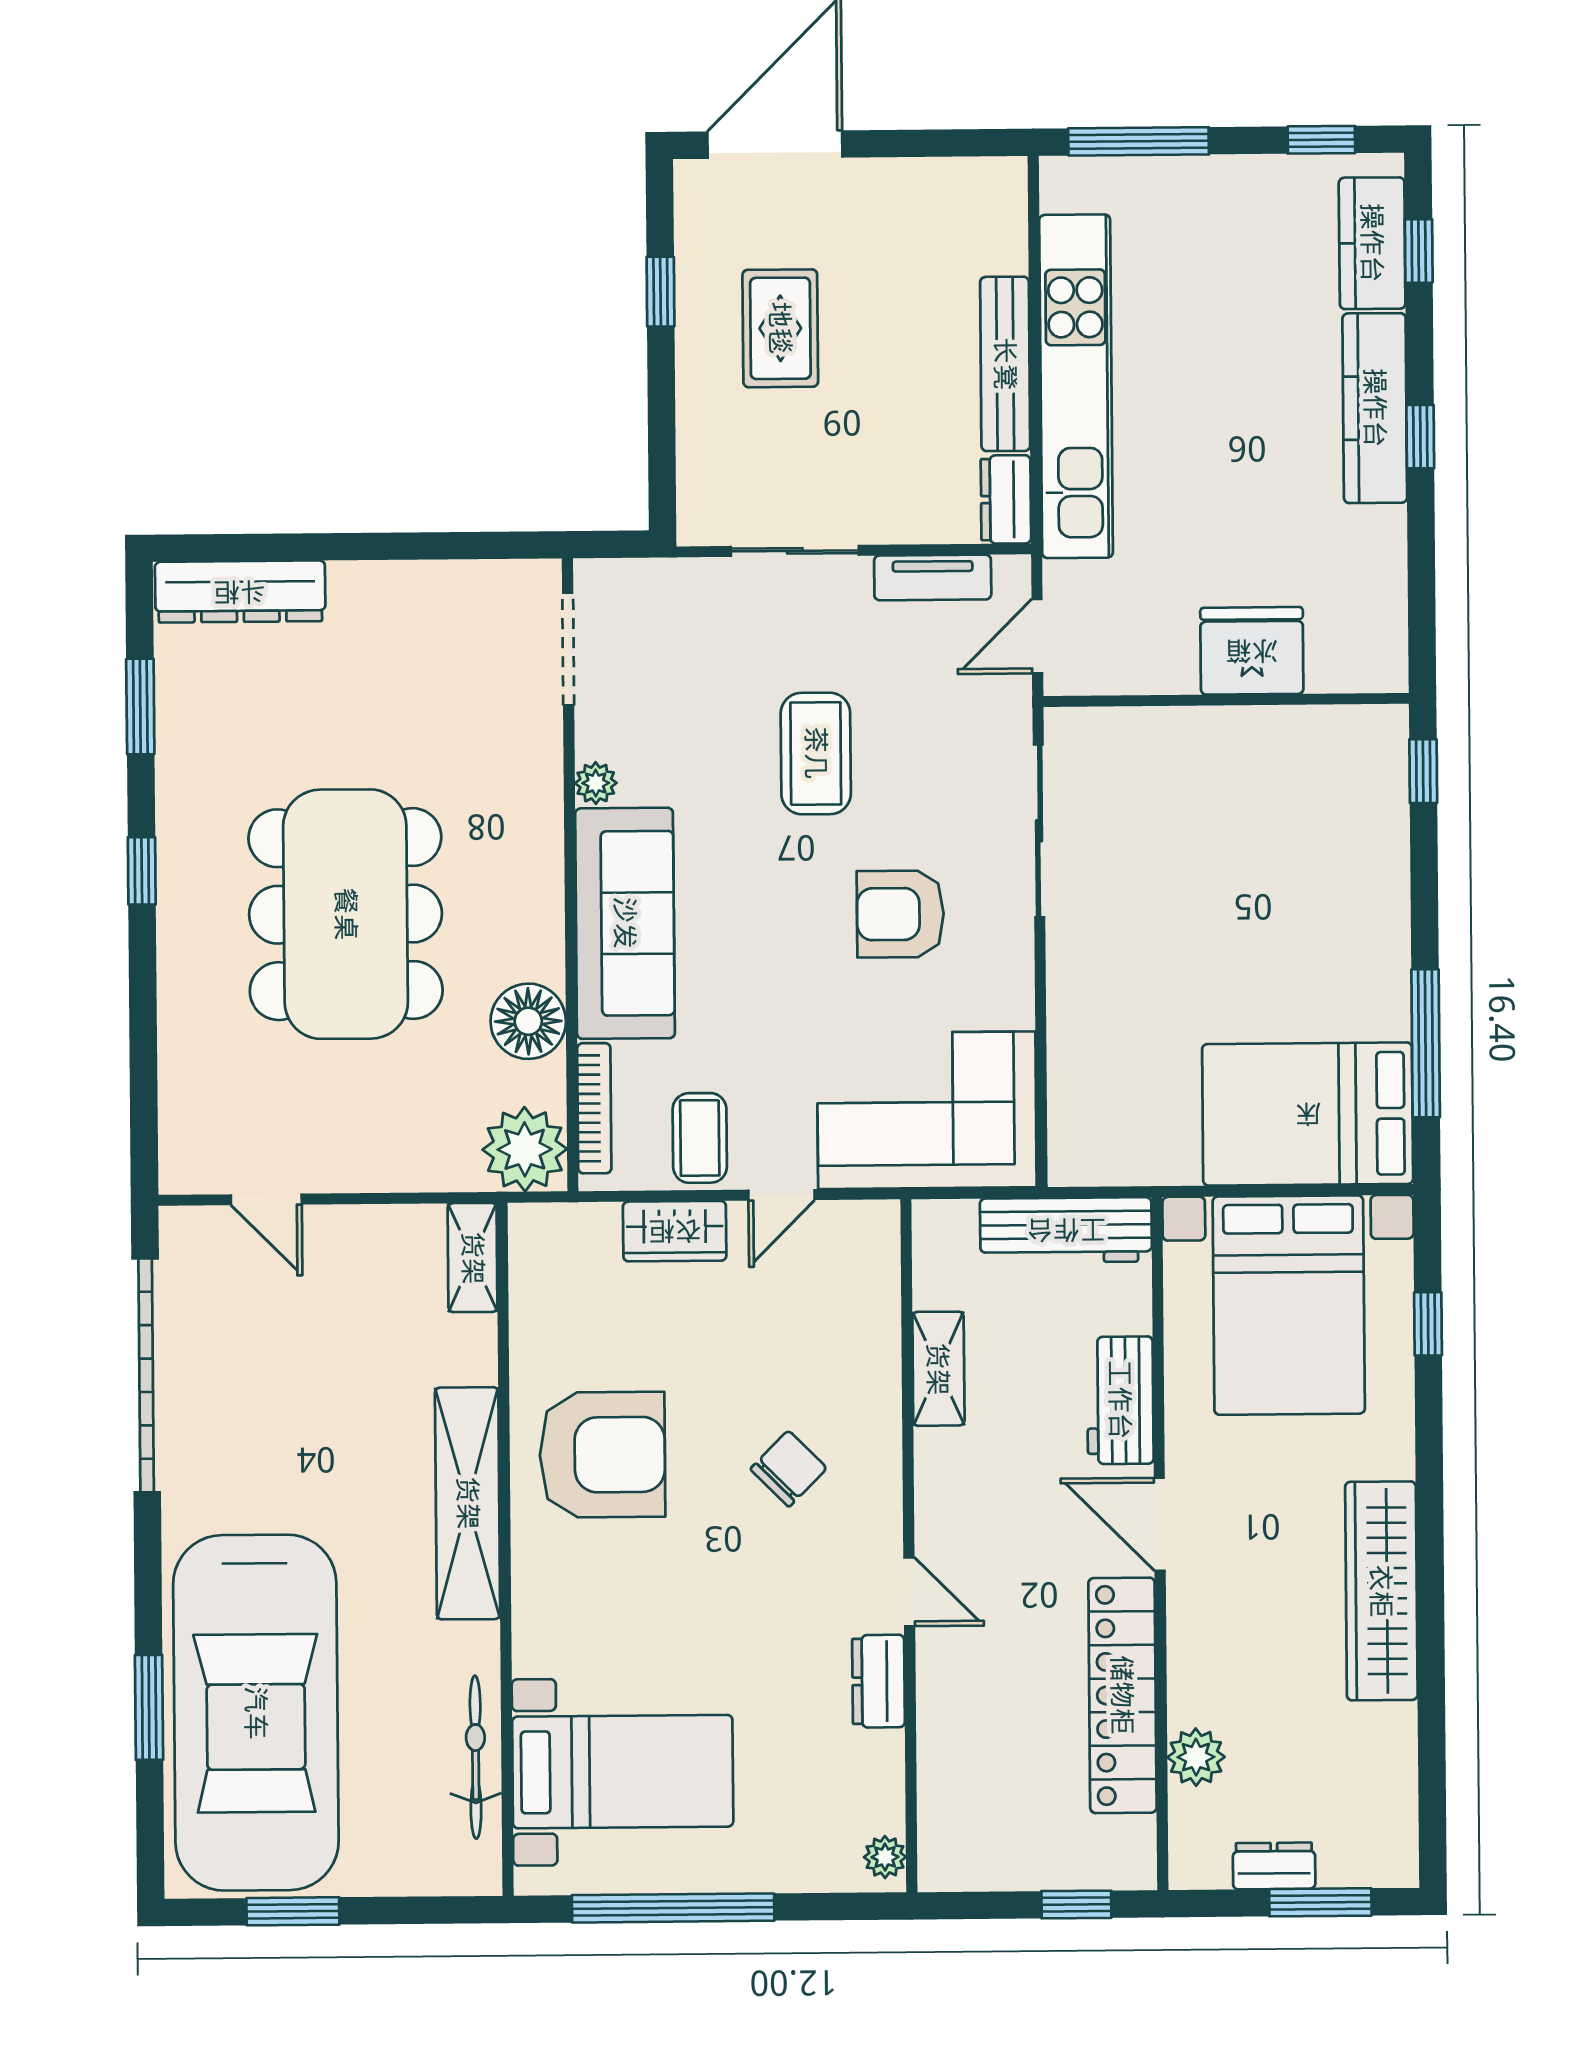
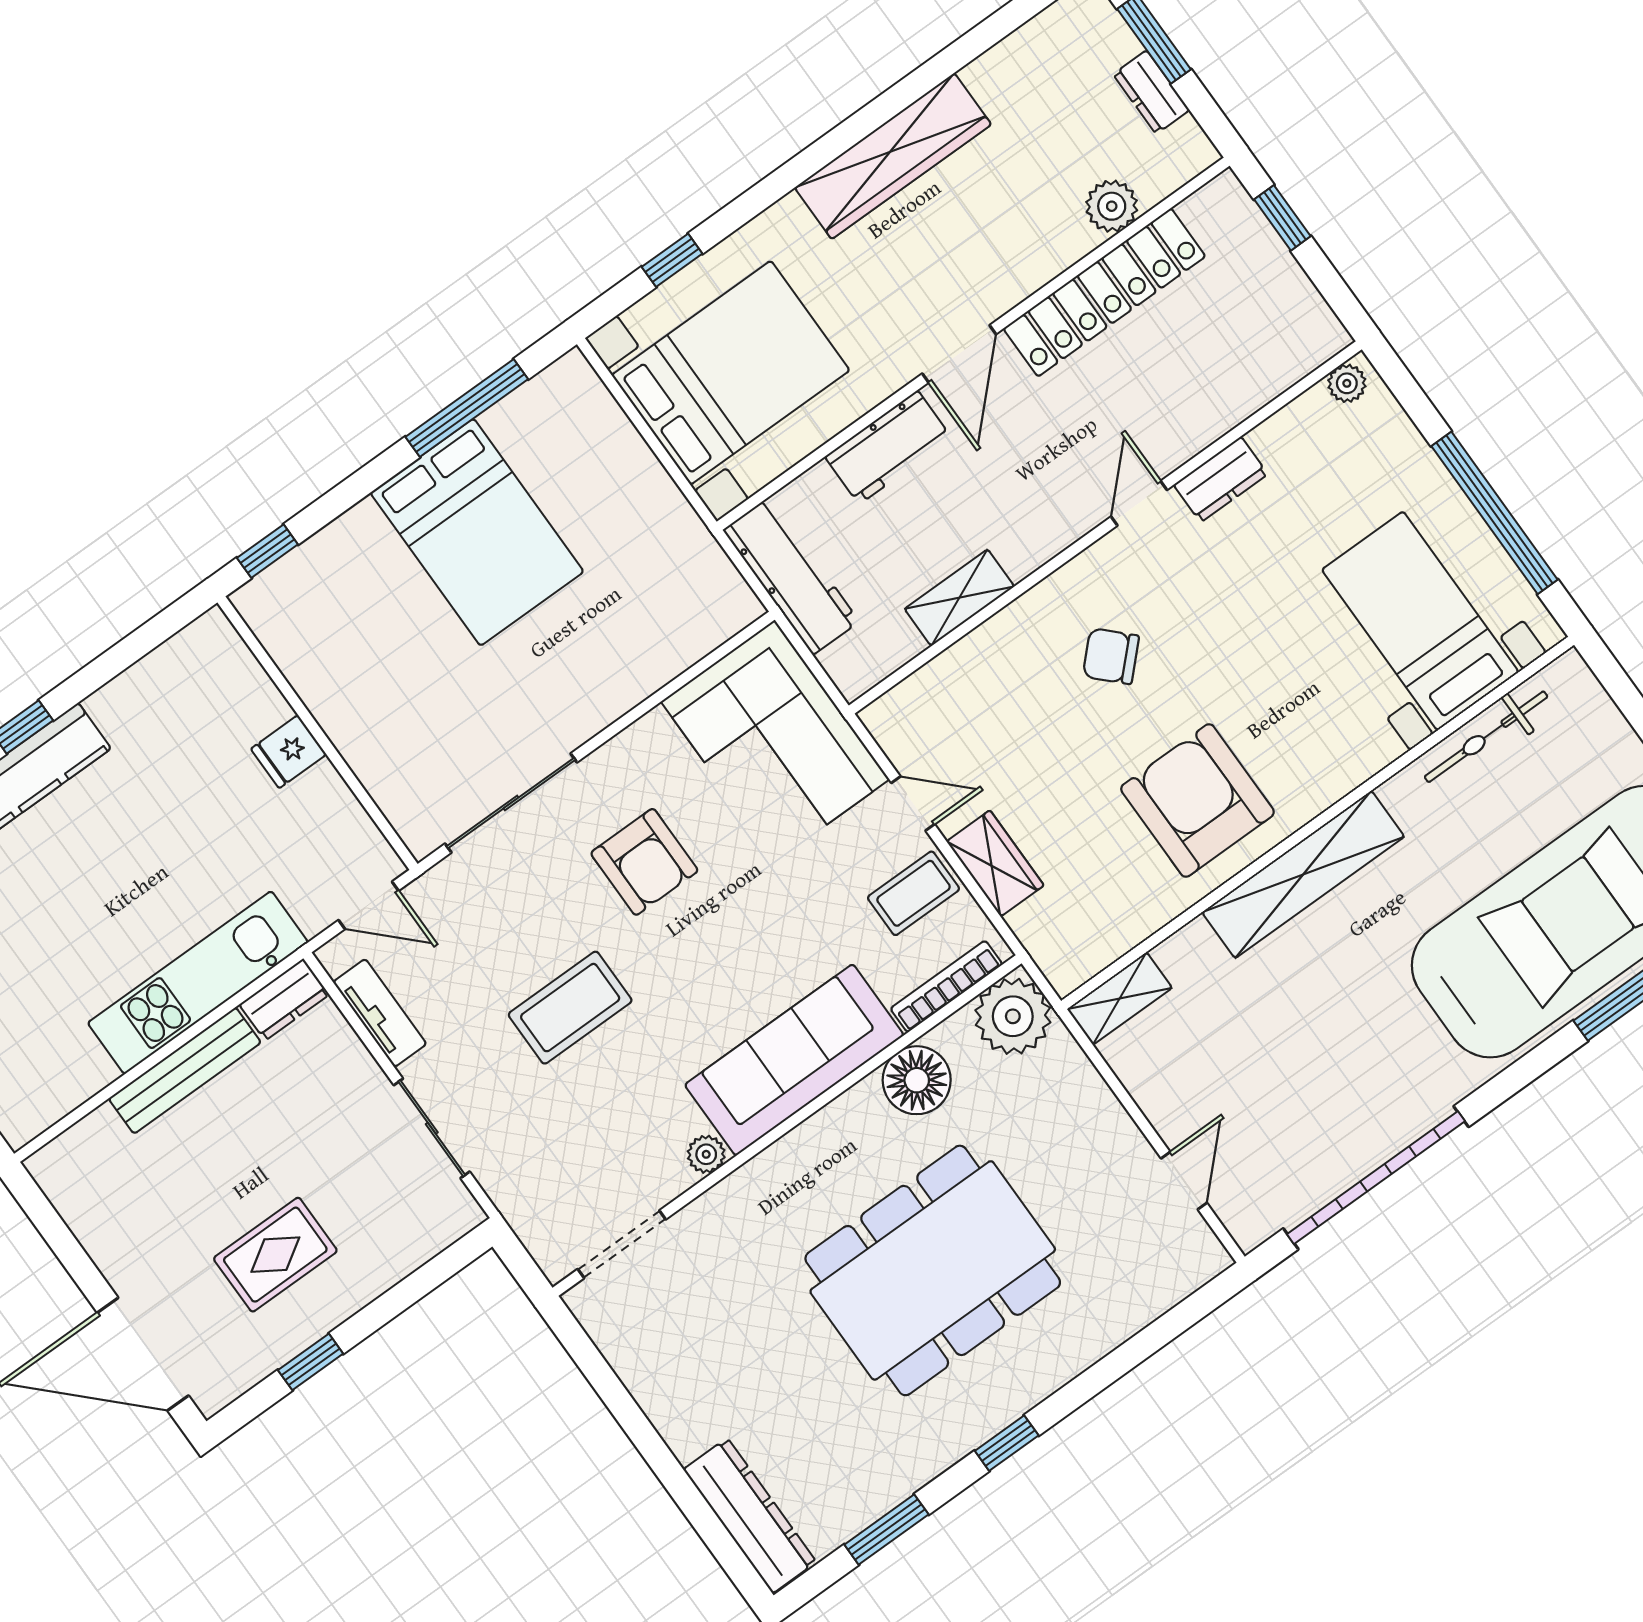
kitchen unit: (1076, 386) -> (198, 983), width x0.73
fridge: (1252, 651) -> (289, 752), width x0.53, depth x0.75
bed: (1308, 1114) -> (477, 532), moved

